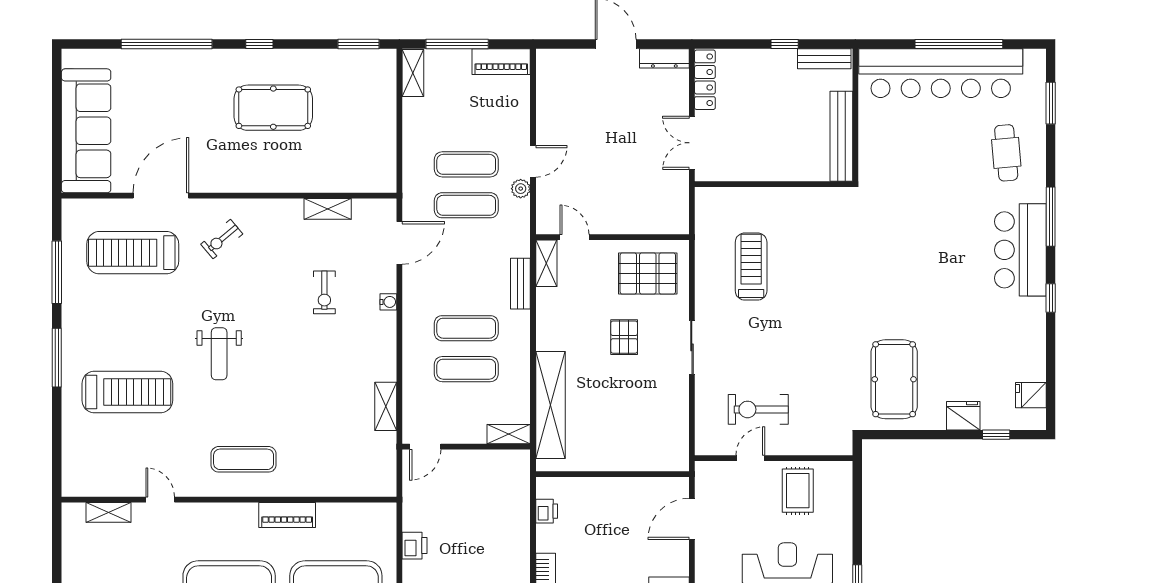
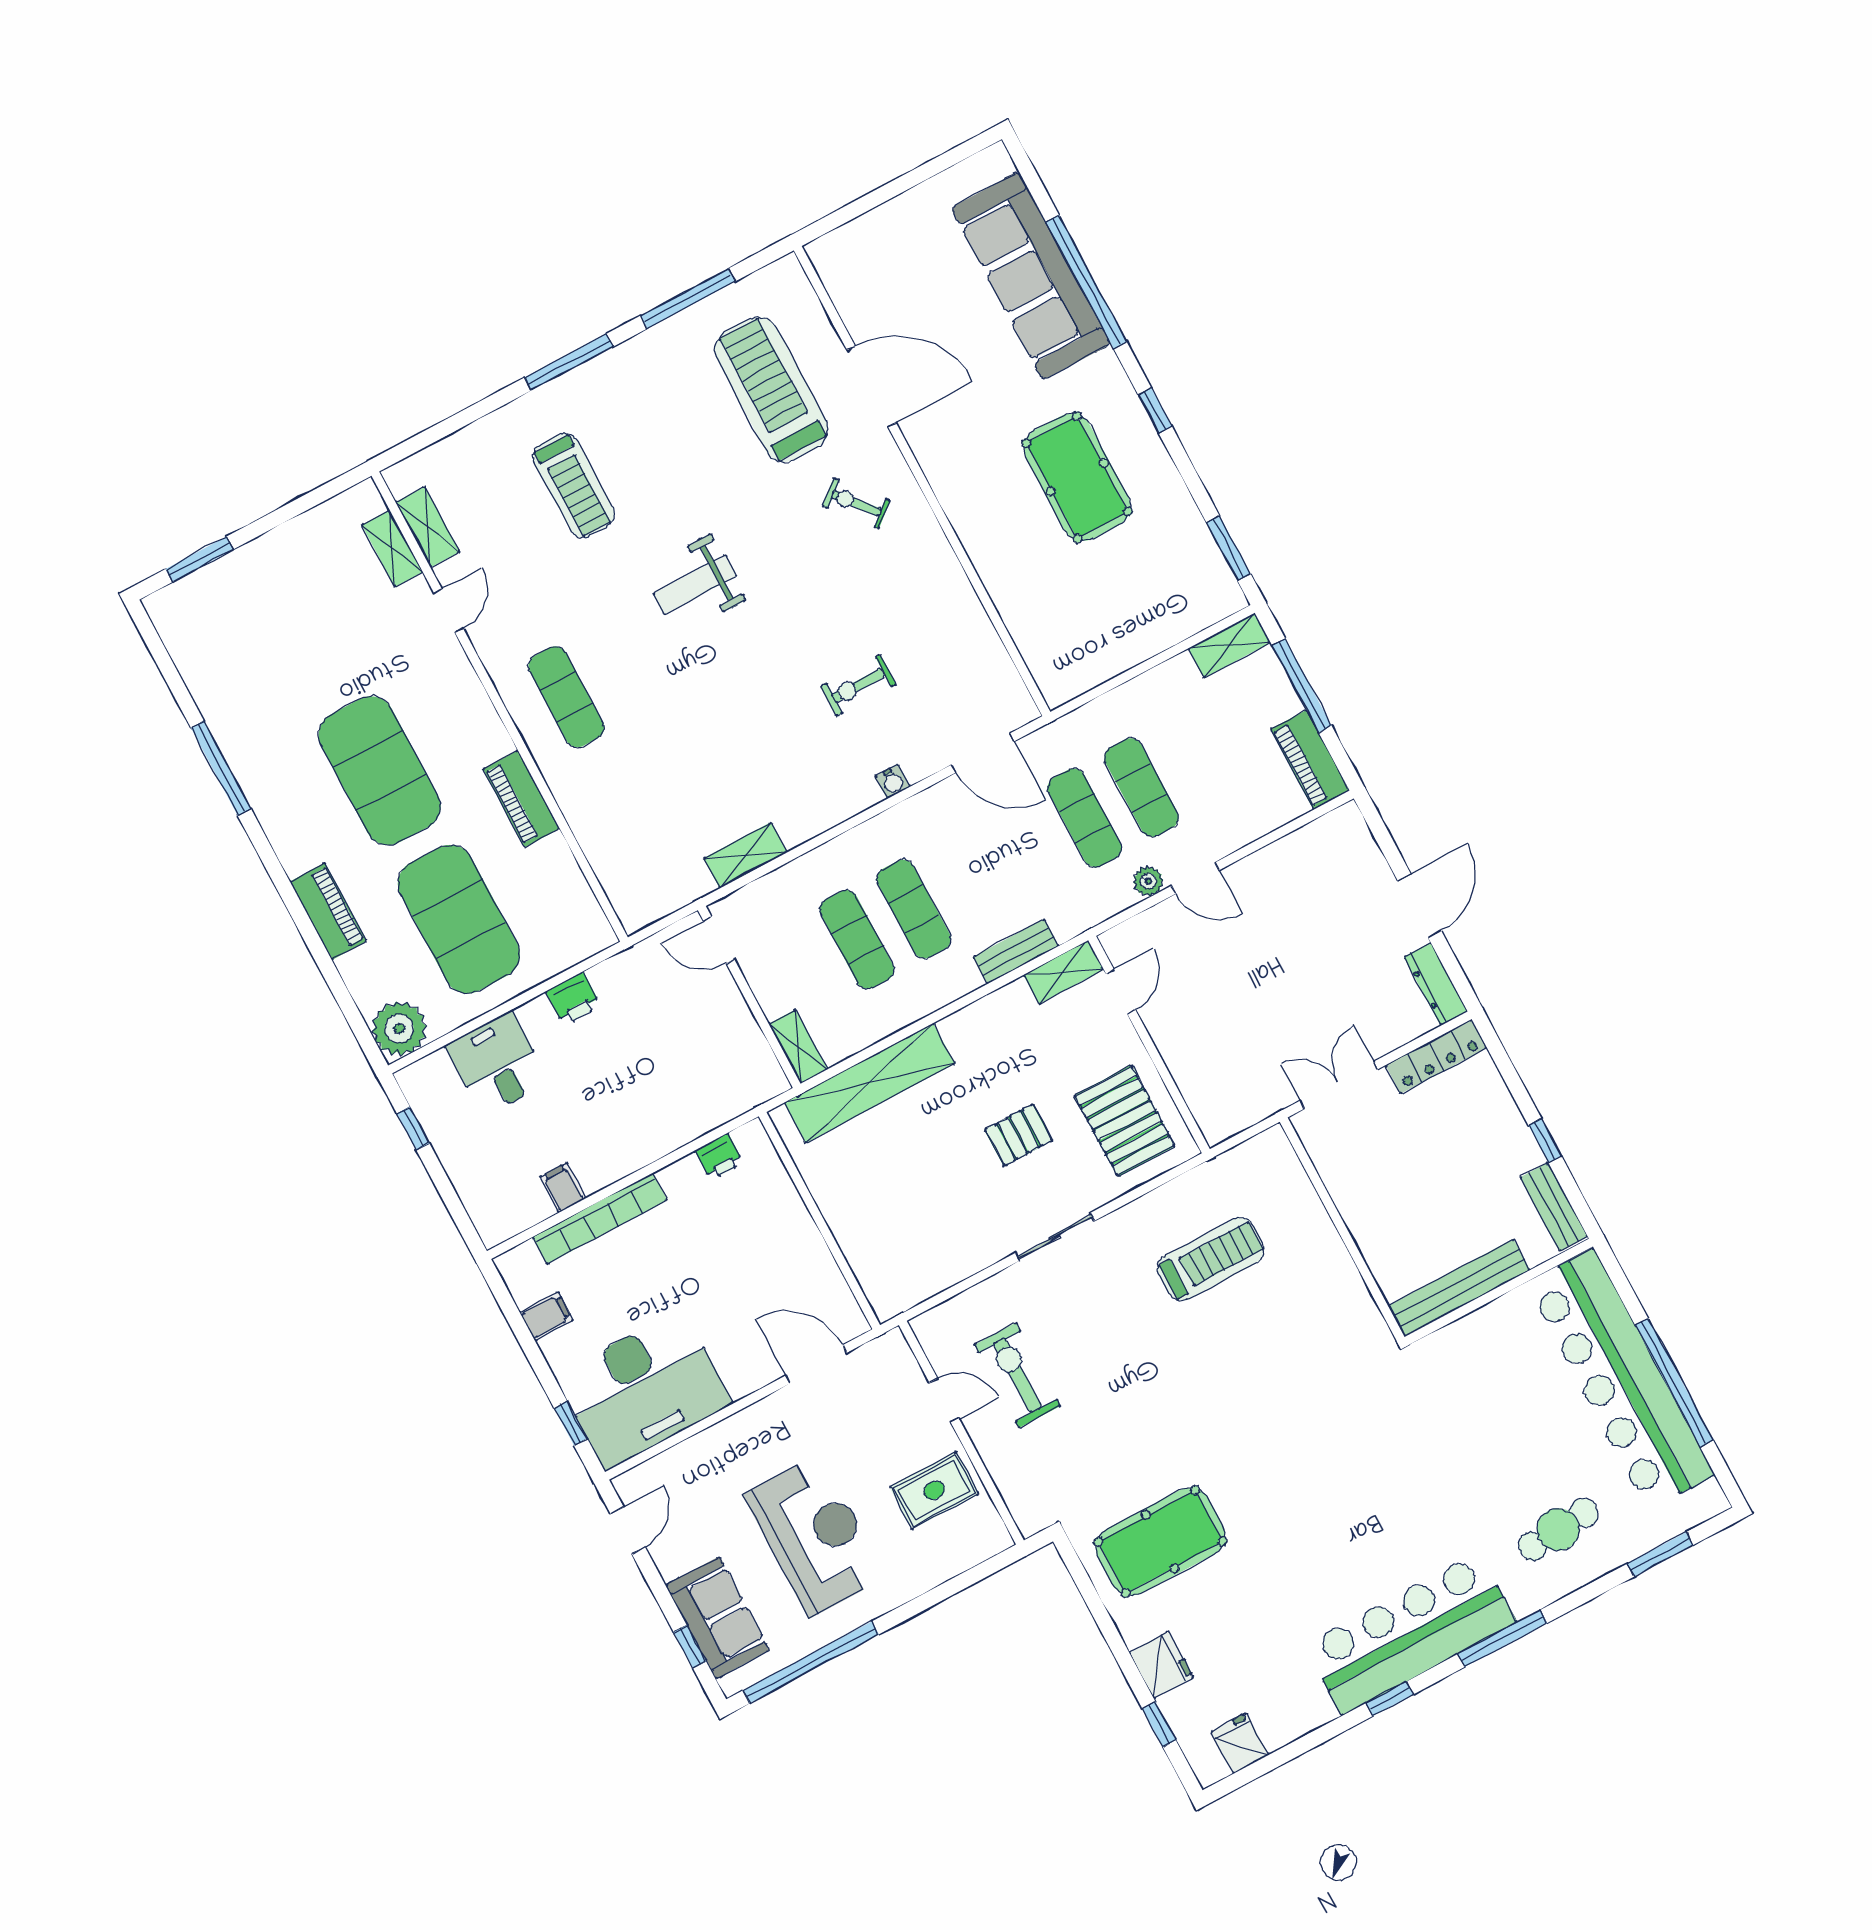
sofa: (86, 131) -> (1031, 276), moved, turned 90
shelving: (328, 209) -> (428, 527), moved
bar counter: (1020, 250) -> (1410, 1634), width x1.36
treadmill: (127, 392) -> (574, 485), width x0.73, depth x0.73

